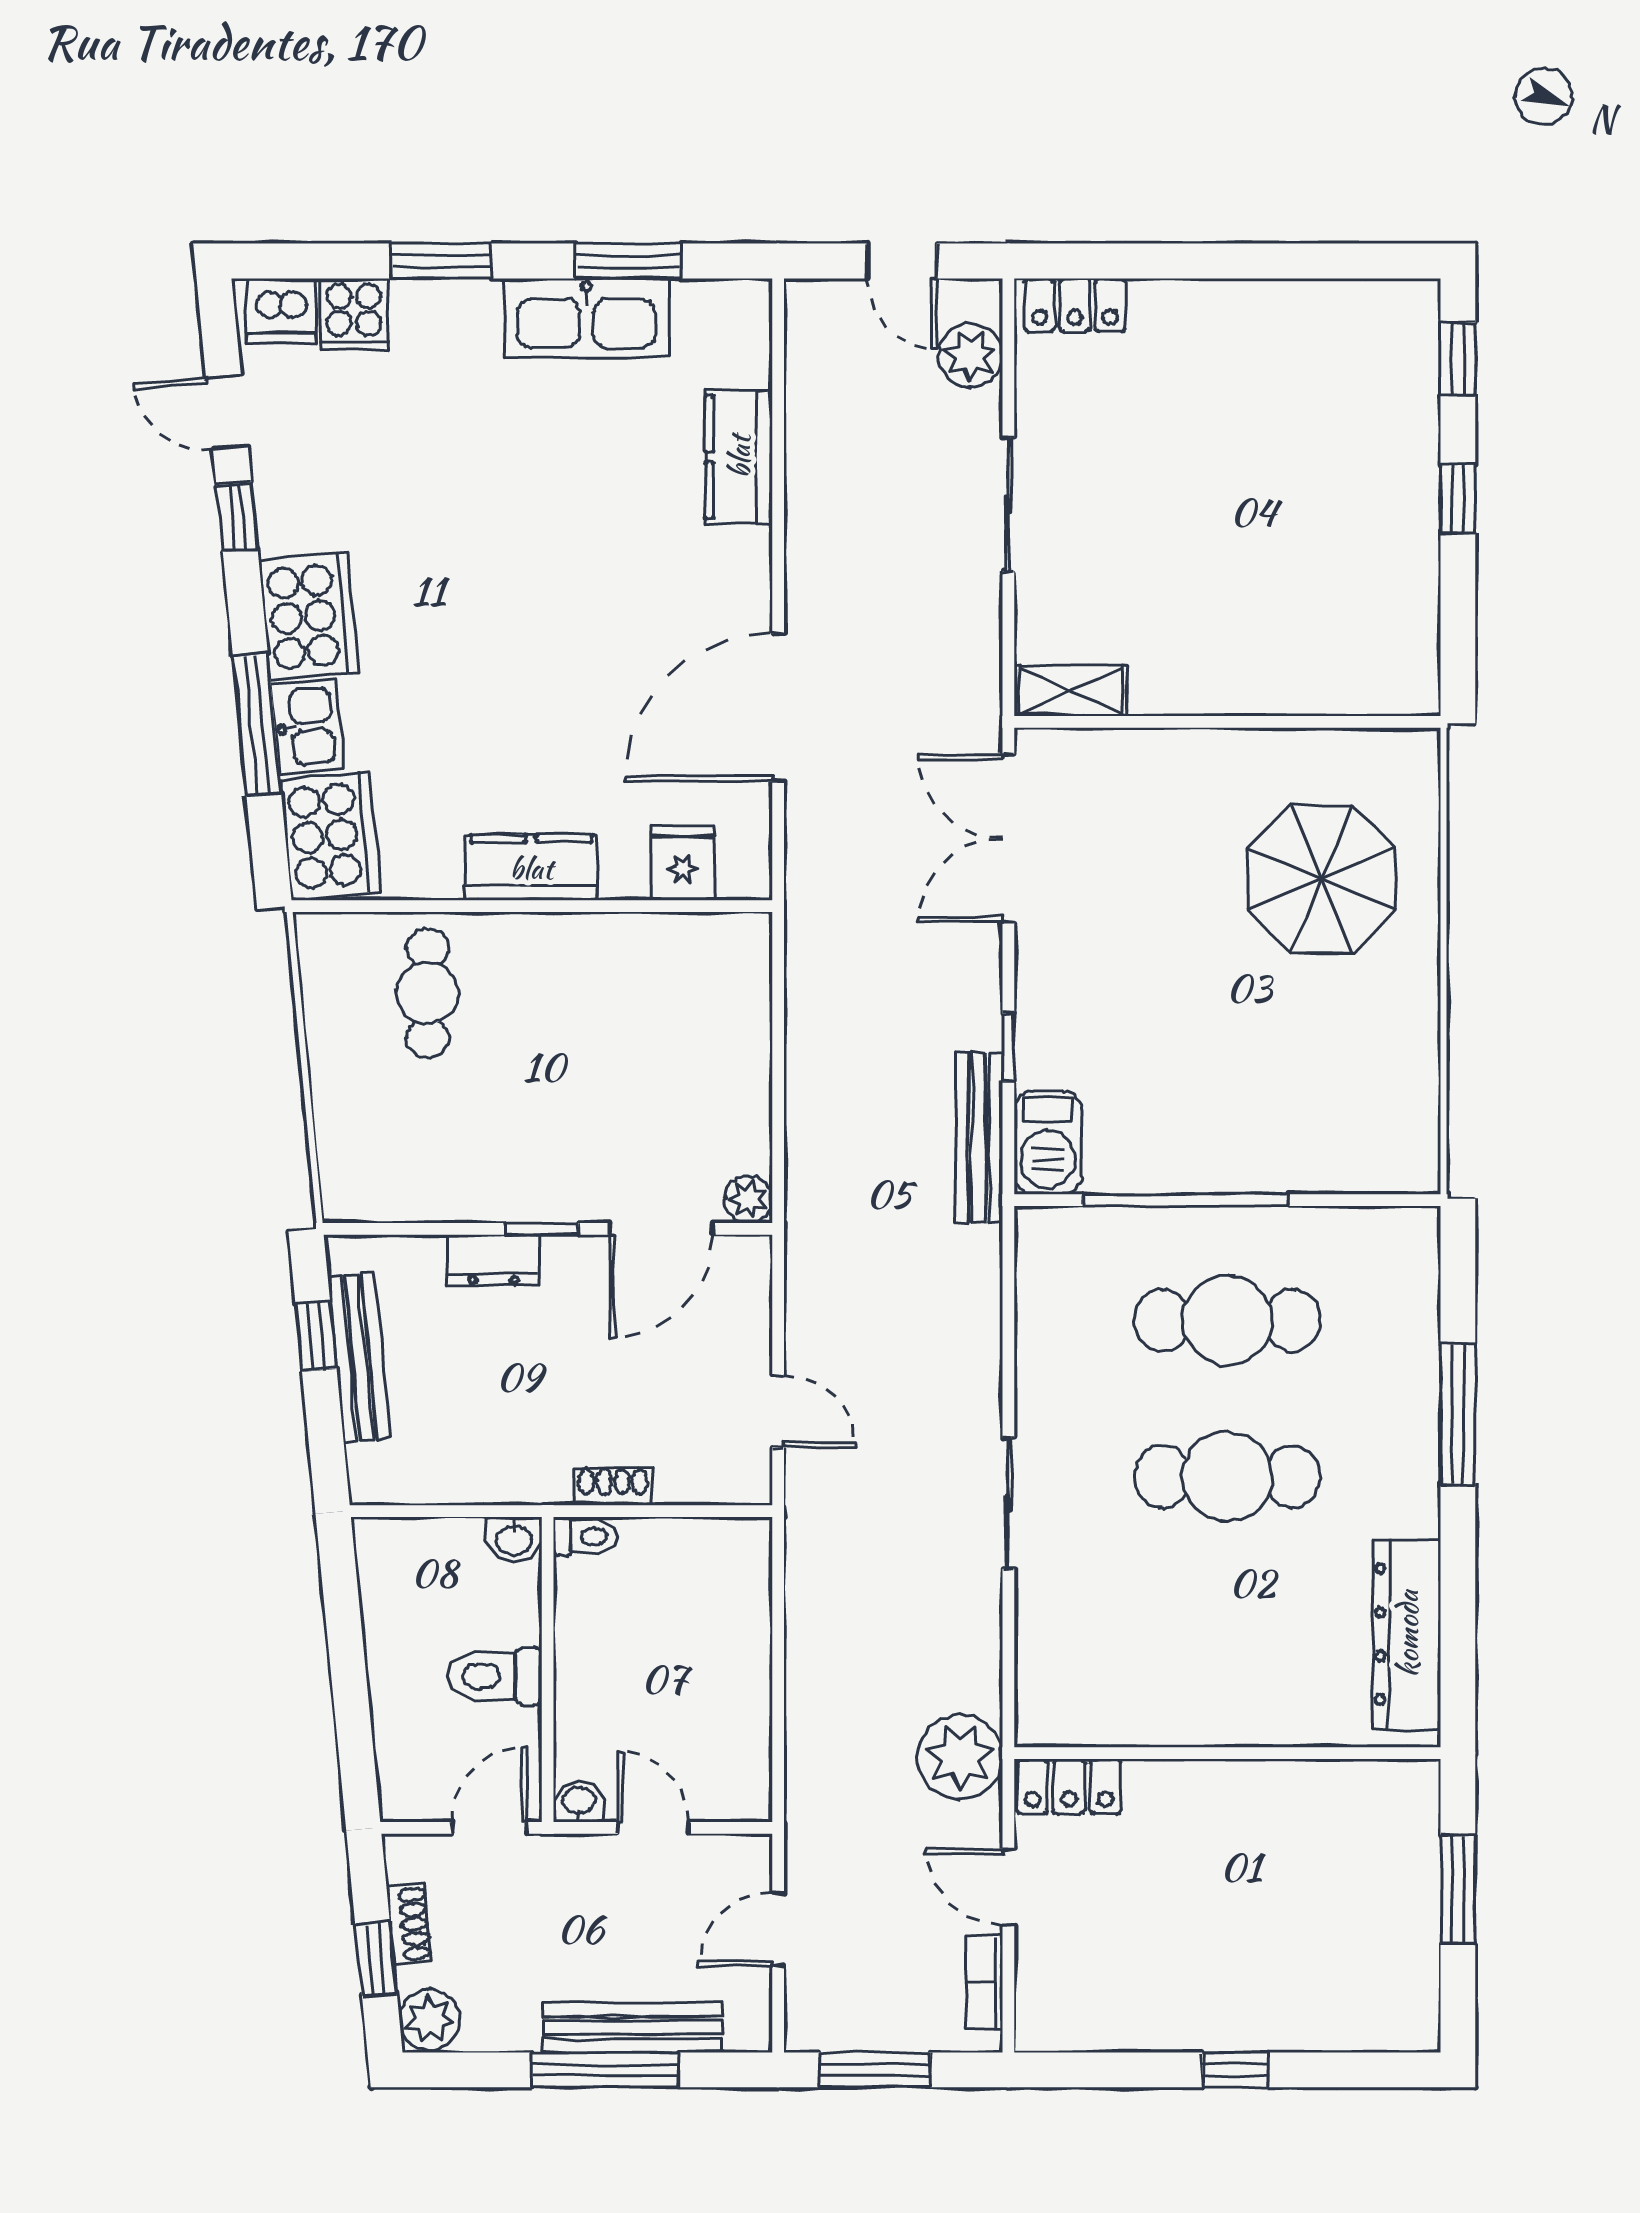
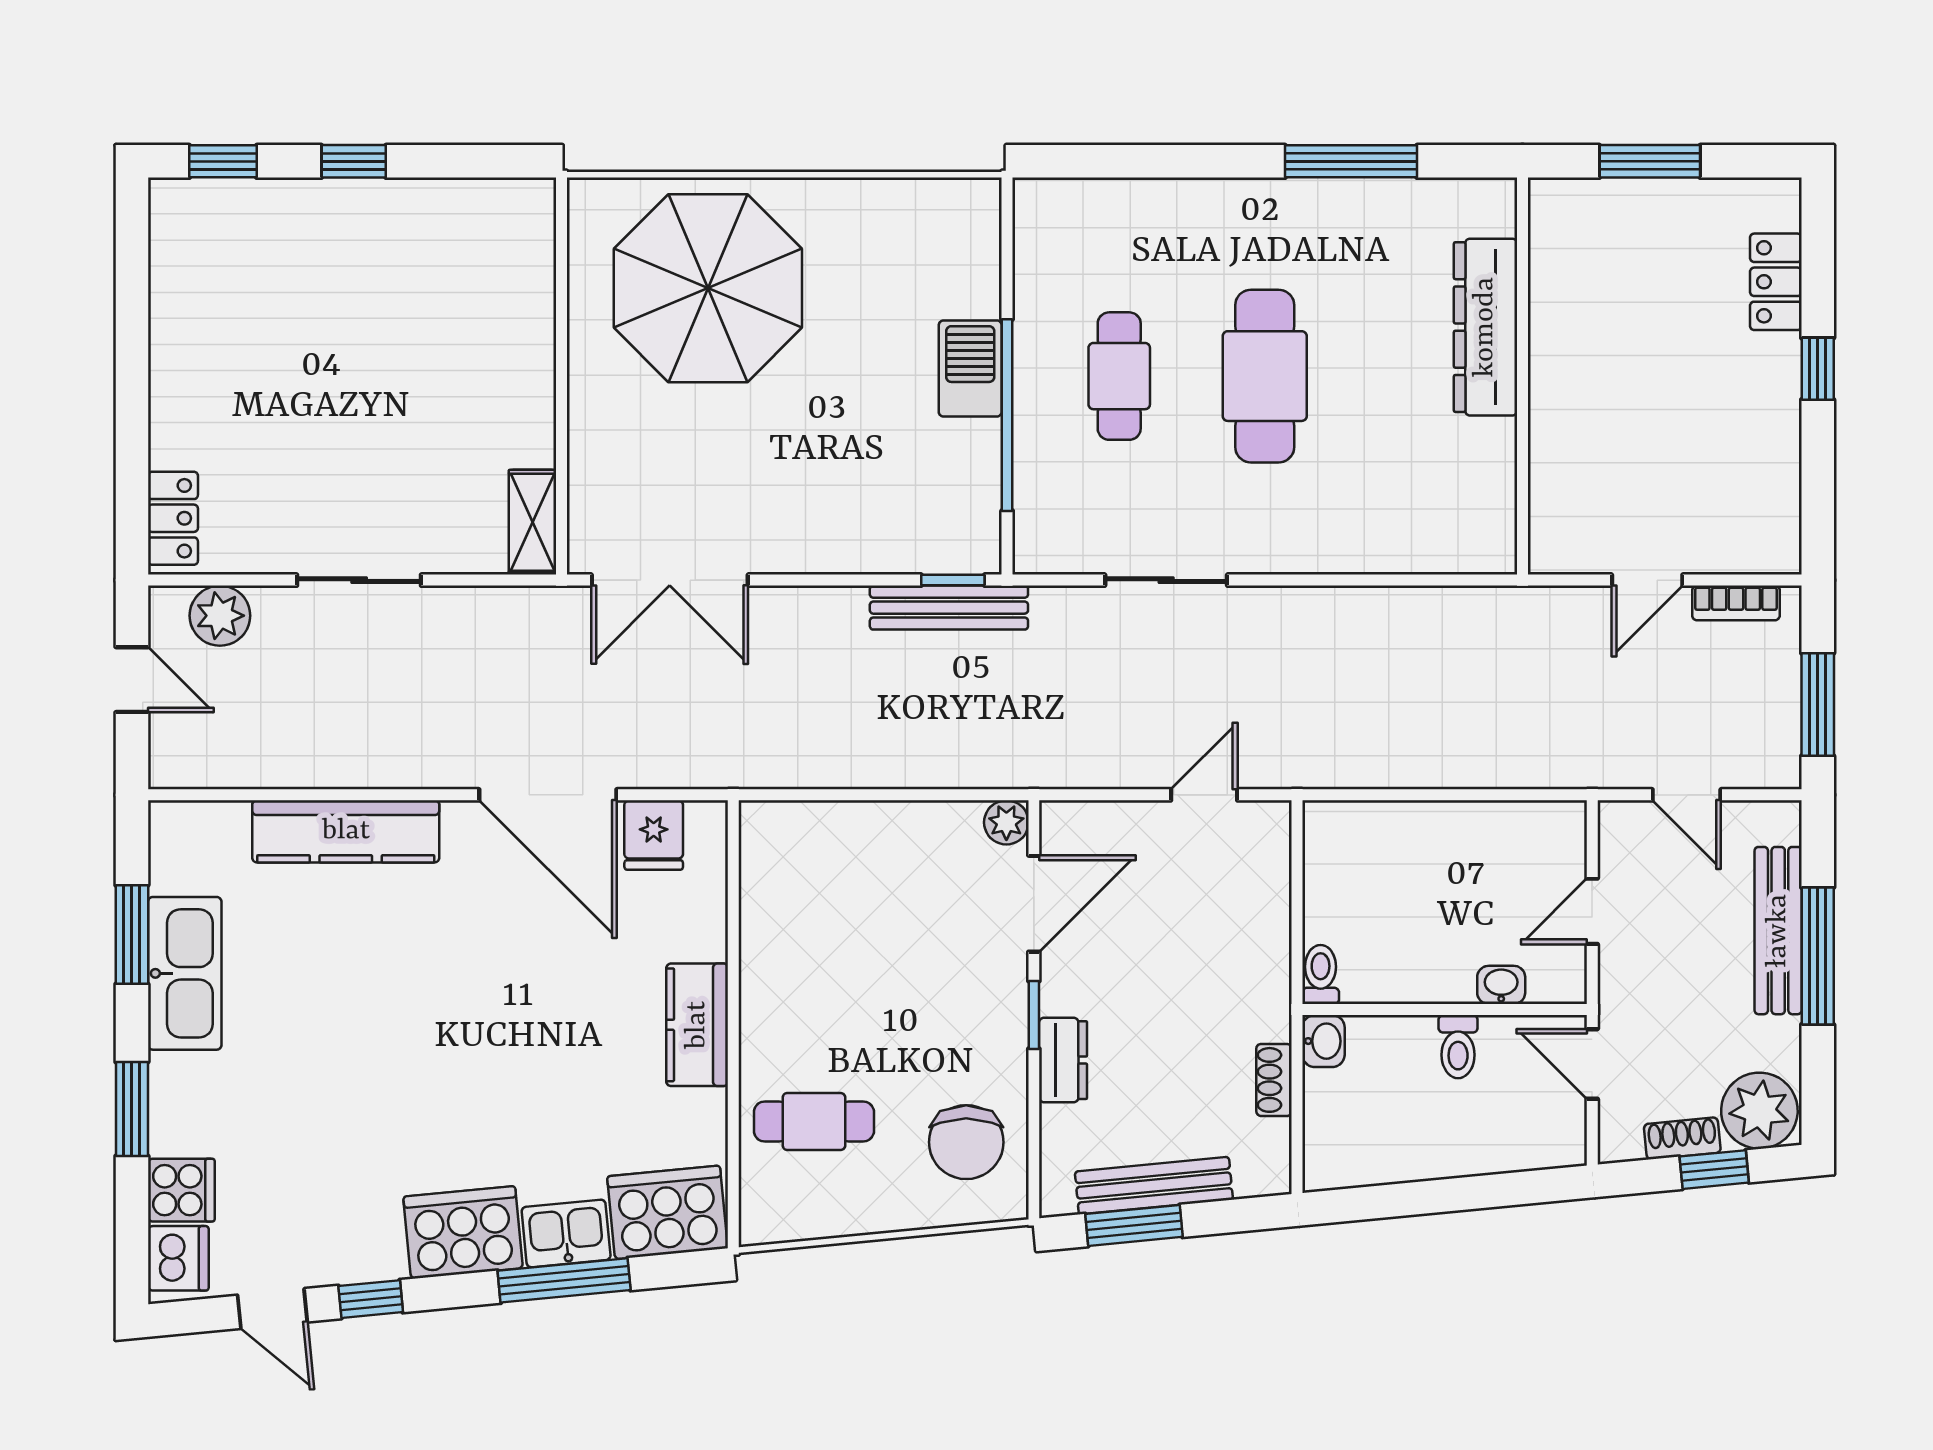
door: (902, 261) -> (132, 680), hinge flipped
door: (227, 412) -> (272, 1309), hinge flipped
kitchen counter: (739, 457) -> (346, 831), width x1.50
fridge: (683, 863) -> (654, 835), moved, turned -90
parasol: (1322, 879) -> (708, 288), width x1.36, depth x1.36
window: (1008, 1047) -> (953, 580), moved
barbecue: (1048, 1143) -> (970, 369), moved, turned -90
chair: (405, 1156) -> (966, 1142), added
door: (661, 1229) -> (1034, 904), hinge flipped
cafe table: (1227, 1320) -> (1119, 376), width x0.73, depth x0.74
window: (316, 1336) -> (1134, 1225), width x1.50
window: (1458, 1414) -> (1351, 161), moved
shoe rack: (613, 1487) -> (1274, 1080), moved
sliding door: (1008, 1503) -> (1166, 580), moved
dresser: (1407, 1634) -> (1485, 327), moved, turned 90
toilet: (495, 1676) -> (1458, 1047), width x0.73, depth x0.72
plant: (960, 1757) -> (1526, 625), removed
locker: (1069, 1787) -> (1776, 282), moved, turned 180
washbasin: (579, 1802) -> (1501, 985), moved, turned 90
plant: (429, 2019) -> (1759, 1111), width x1.36, depth x1.36

